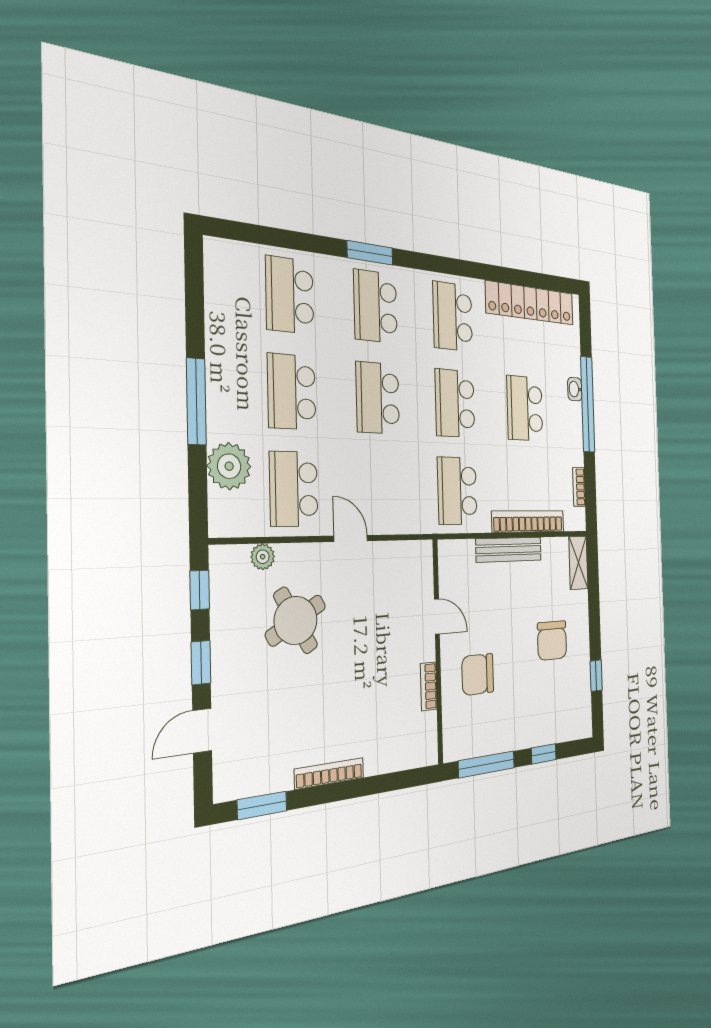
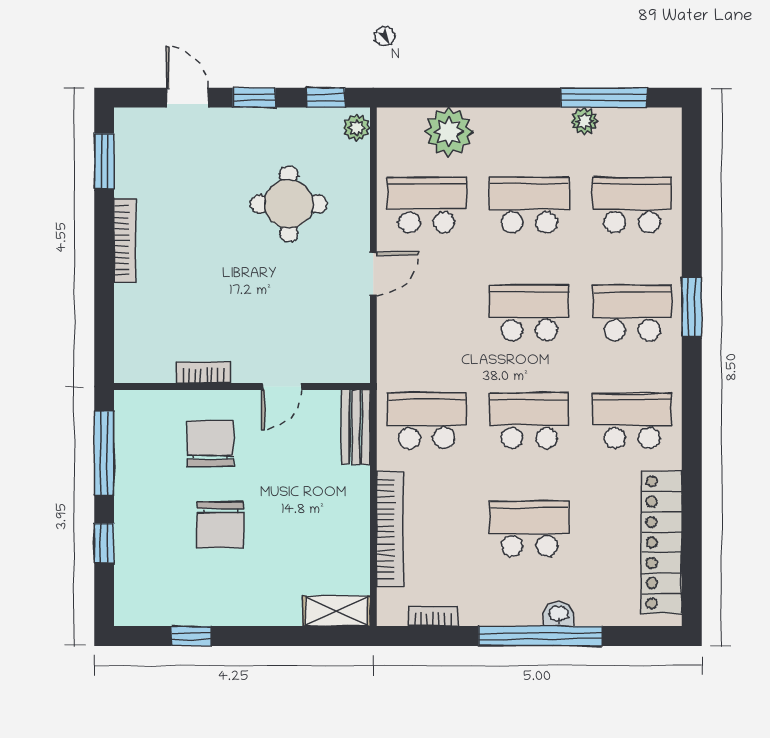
plant: (217, 332) -> (584, 121), added
window: (196, 401) -> (604, 98), moved
bench: (509, 550) -> (356, 427), moved, width x0.73
plant: (263, 557) -> (356, 128), moved
round table: (296, 620) -> (289, 204), turned 30
chair: (552, 640) -> (220, 525), moved, turned -90

